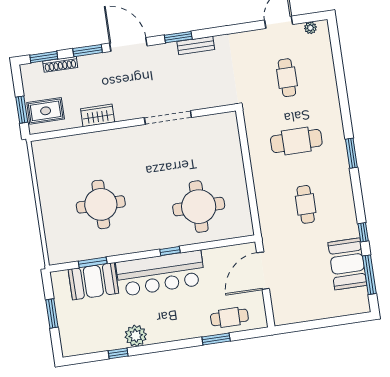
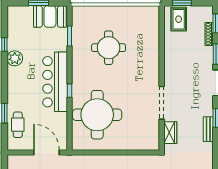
wardrobe: (98, 115) -> (170, 133), moved
round table: (199, 207) -> (97, 115), width x1.36, depth x1.36
booth: (93, 281) -> (50, 17), moved, turned 90

